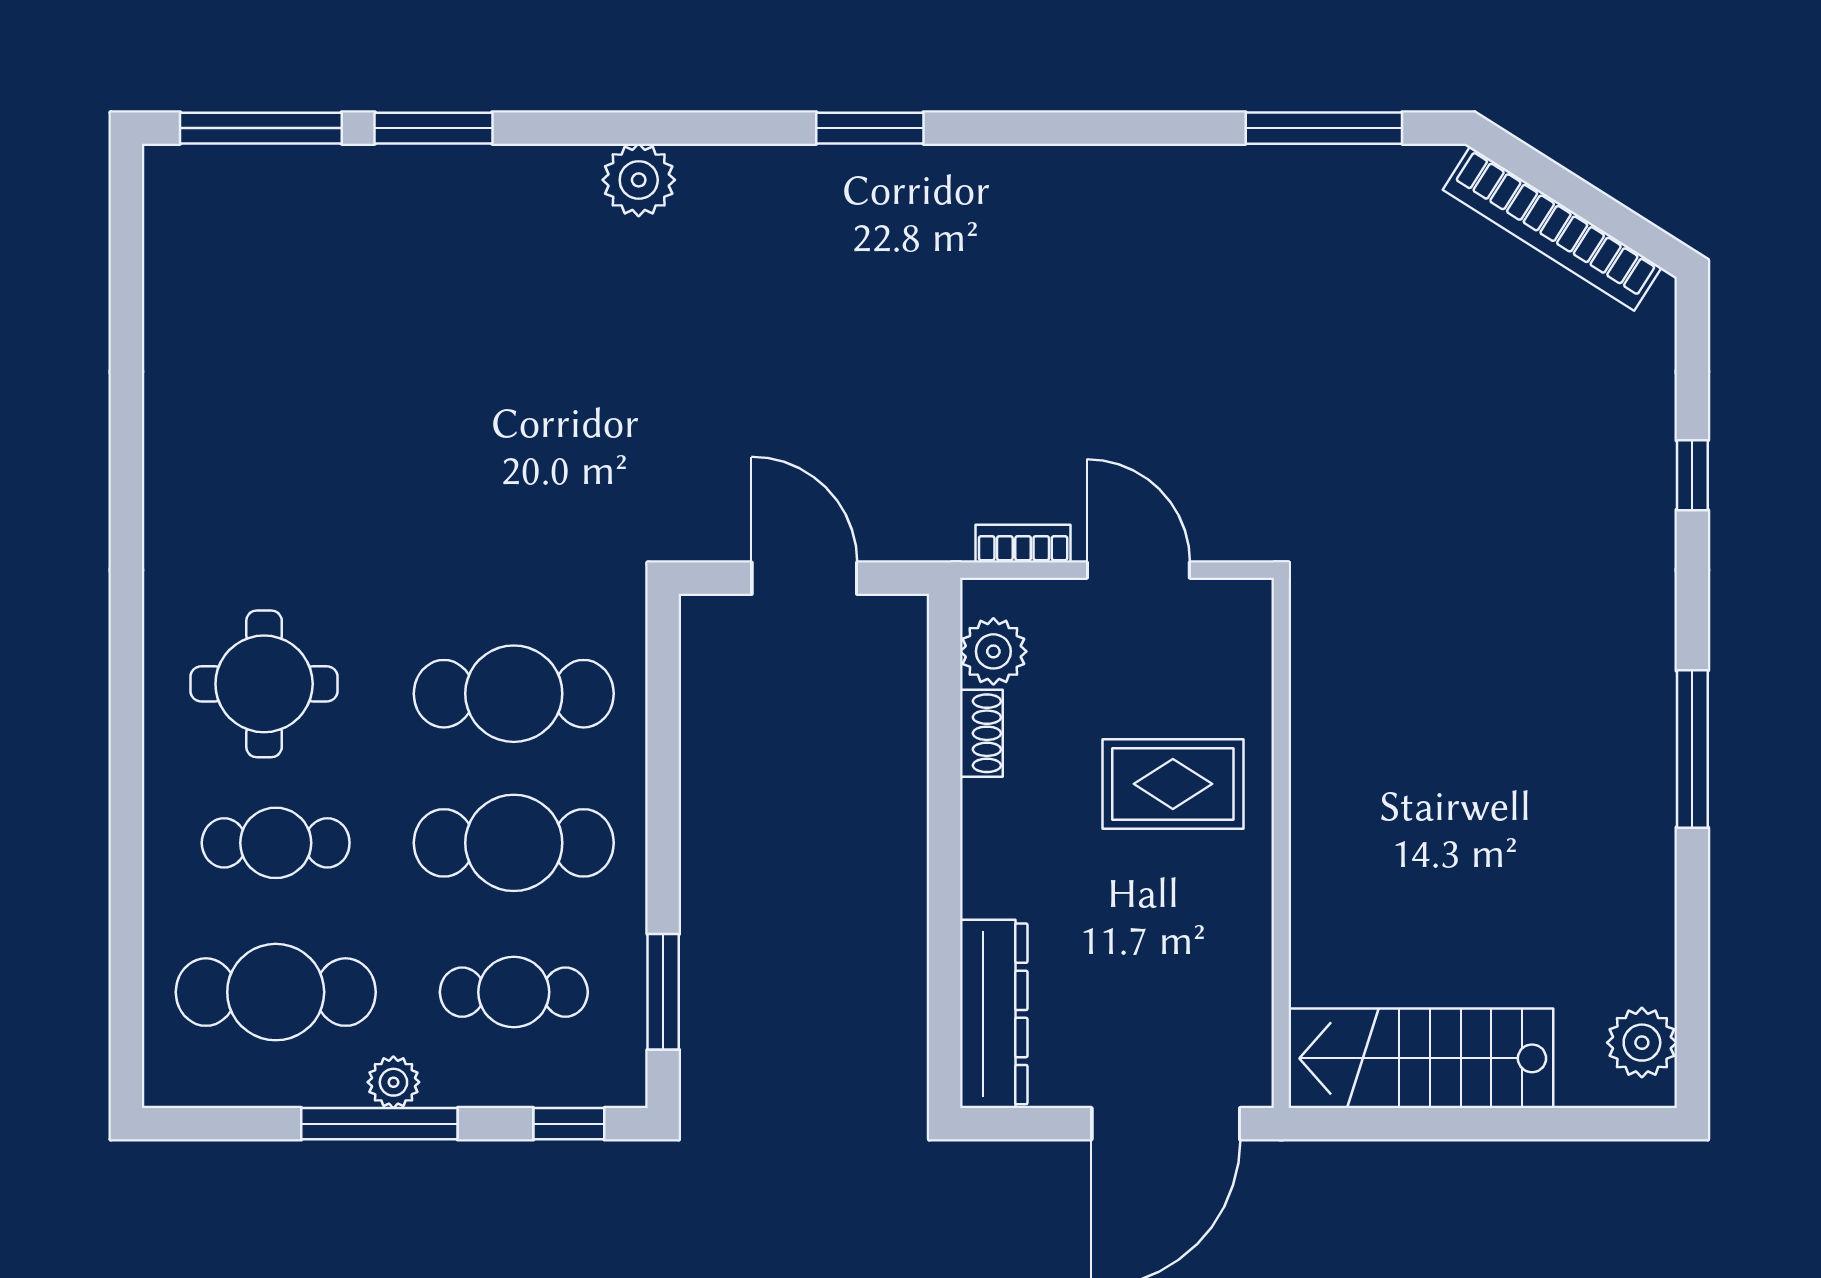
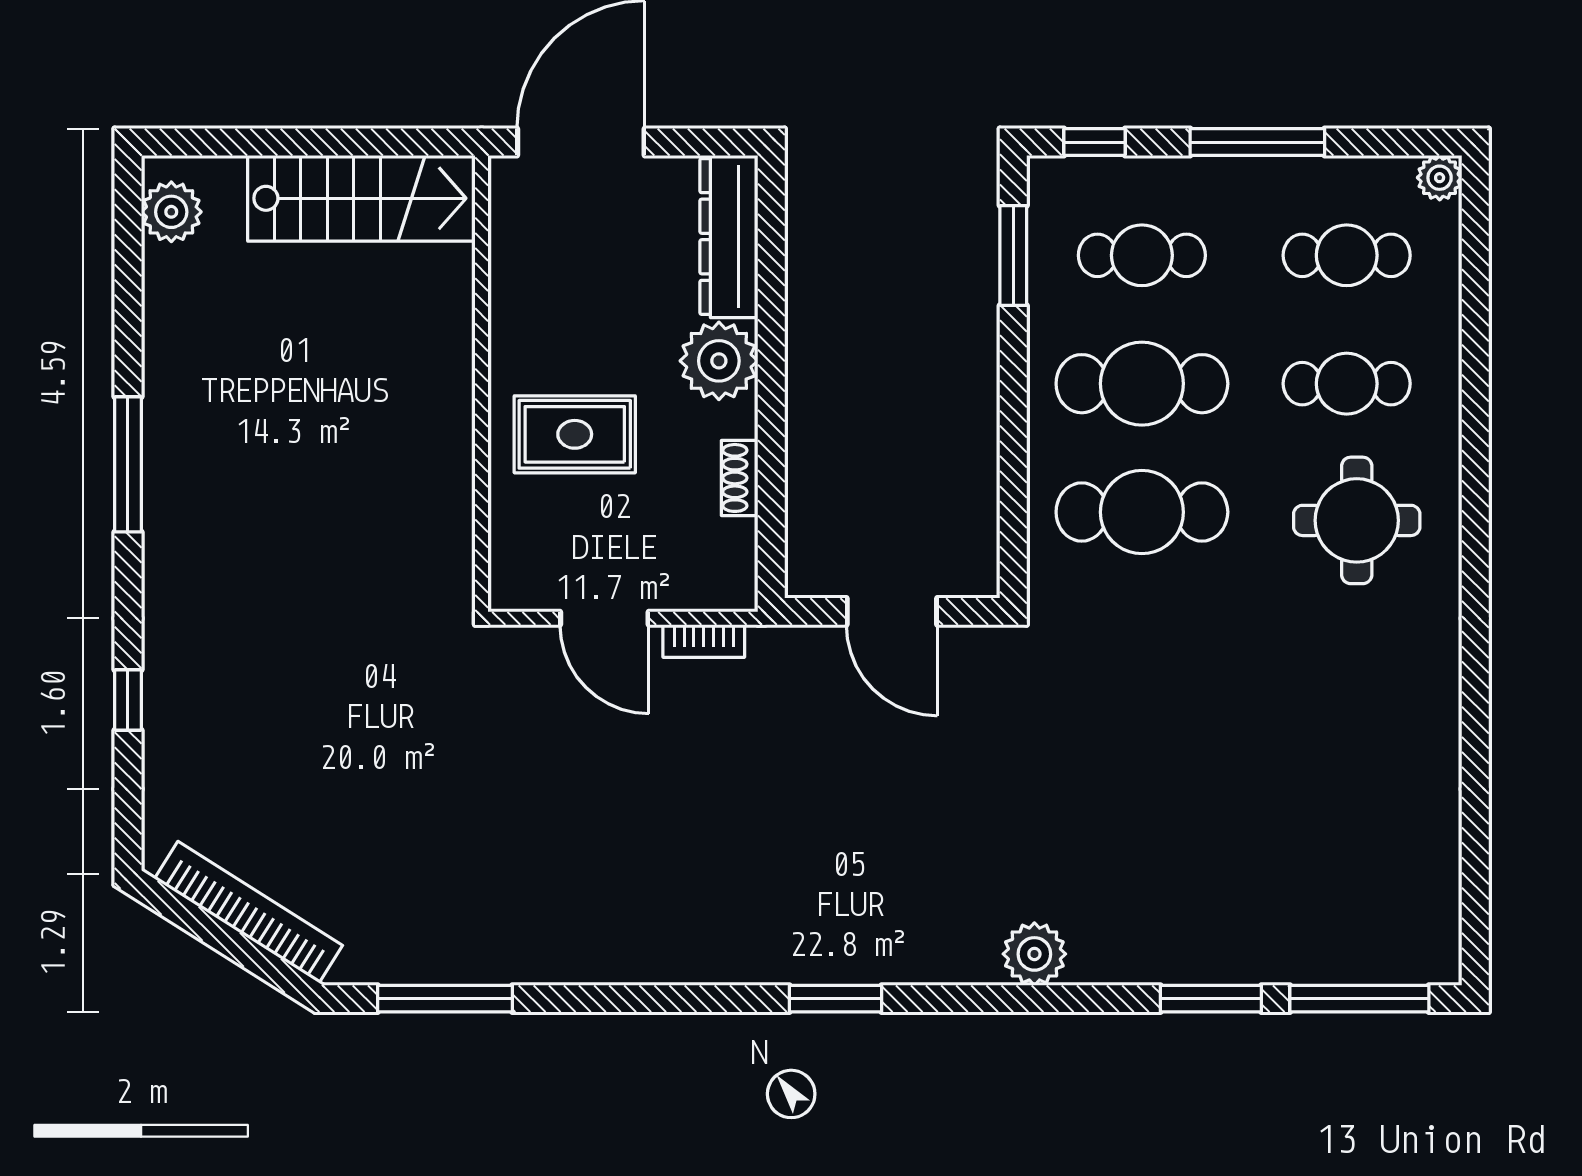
plant: (993, 651) -> (719, 361), moved, width x1.36, depth x1.36
cafe table: (276, 992) -> (1347, 255), width x0.73, depth x0.74
plant: (393, 1082) -> (1440, 178), moved

